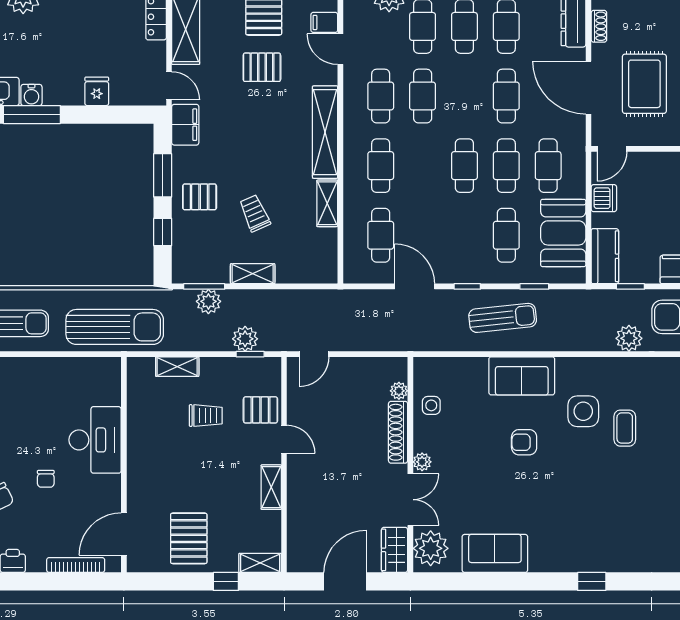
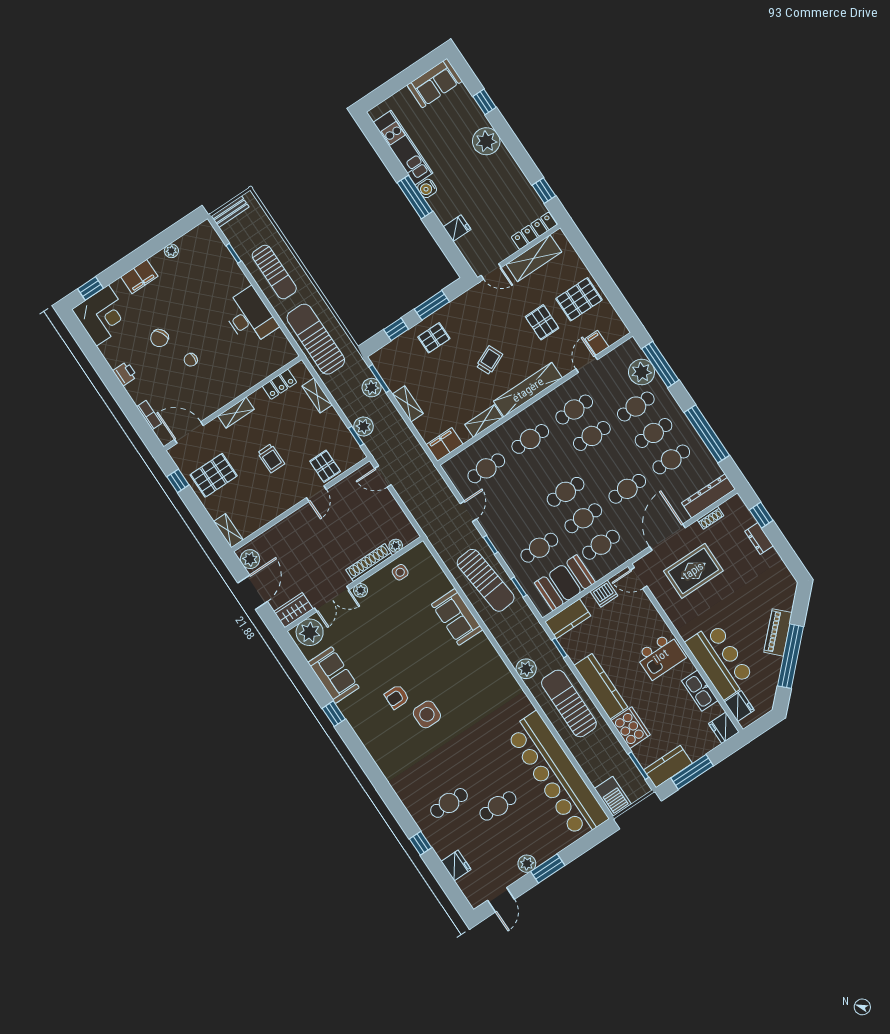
door: (169, 86) -> (491, 271), hinge flipped
filing cabinet: (185, 125) -> (445, 445), moved, turned 180
pallet: (200, 197) -> (434, 338), turned 90
trolley: (255, 213) -> (489, 360), moved
door: (415, 286) -> (468, 511), width x0.73
sun lounger: (503, 318) -> (486, 580), width x1.36, depth x1.34
sun lounger: (115, 327) -> (316, 339), turned 180
locker: (137, 400) -> (279, 384), added
side table: (583, 411) -> (427, 714), moved
trolley: (206, 416) -> (271, 458), moved
coffee table: (625, 428) -> (468, 704), removed
desk: (95, 440) -> (250, 317), moved, turned -90
armchair: (524, 442) -> (397, 697), moved, turned -90
shelving: (271, 487) -> (236, 413), moved
plant: (307, 560) -> (250, 559), added
bookcase: (76, 565) -> (149, 415), width x0.64
window: (226, 581) -> (178, 481), moved
door: (345, 581) -> (252, 592), hinge flipped
window: (592, 581) -> (334, 714), moved

